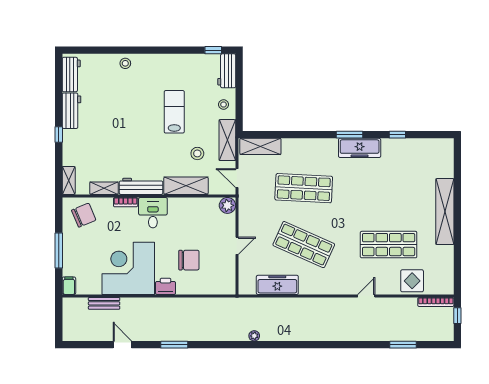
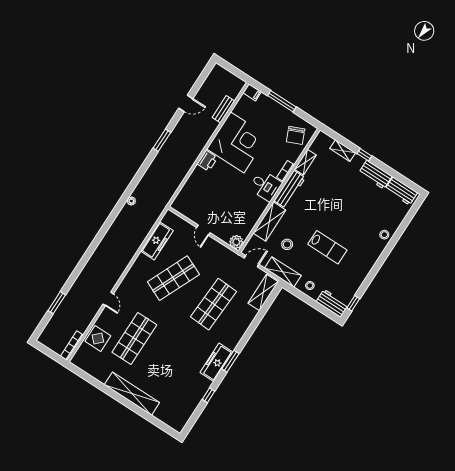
shelving: (69, 180) -> (343, 151), moved
chair: (189, 260) -> (215, 189), removed
window: (457, 316) -> (52, 355), removed

